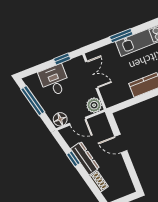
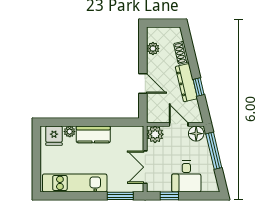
window: (121, 36) -> (120, 196), moved
window: (33, 101) -> (214, 151), moved
plant: (124, 176) -> (153, 49), added

